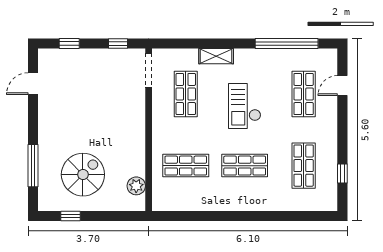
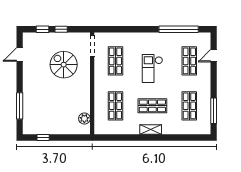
window: (118, 43) -> (61, 29), moved
shelving: (216, 56) -> (151, 130), moved
shop shelf: (186, 166) -> (115, 106), turned 90
window: (342, 173) -> (214, 111), width x2.17
spiral stairs: (83, 175) -> (64, 65), moved, turned -90

